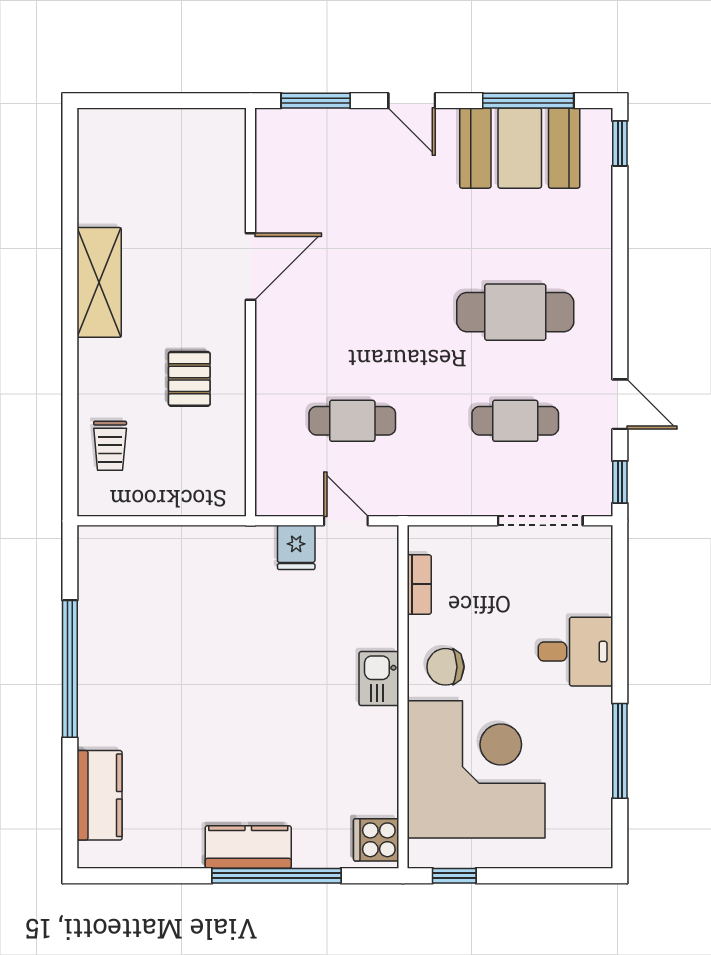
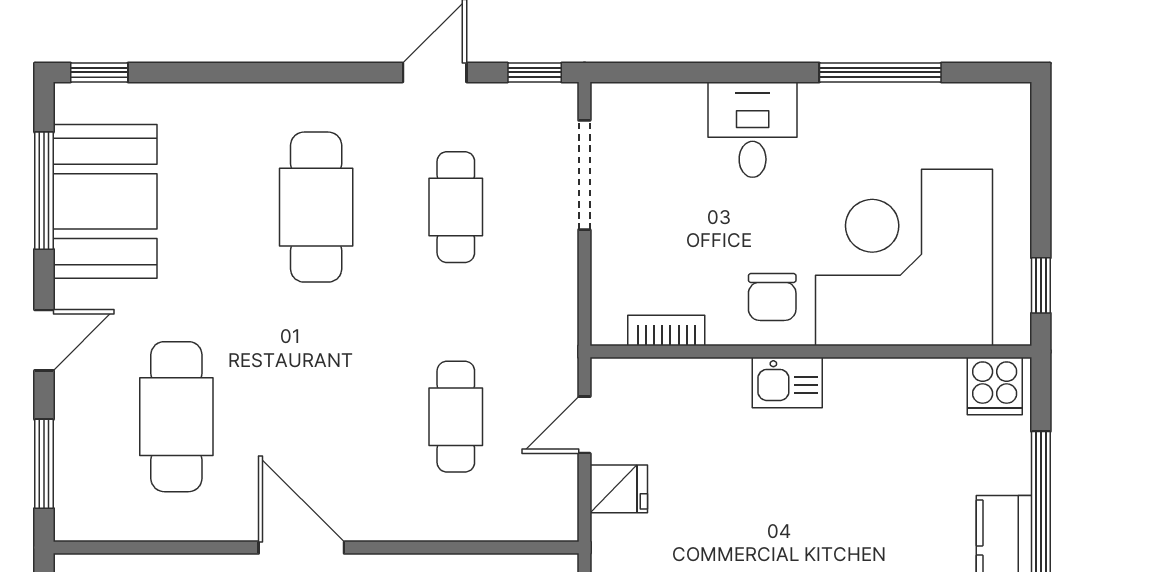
cafe table: (352, 203) -> (176, 417), added
door: (251, 267) -> (301, 548), moved

